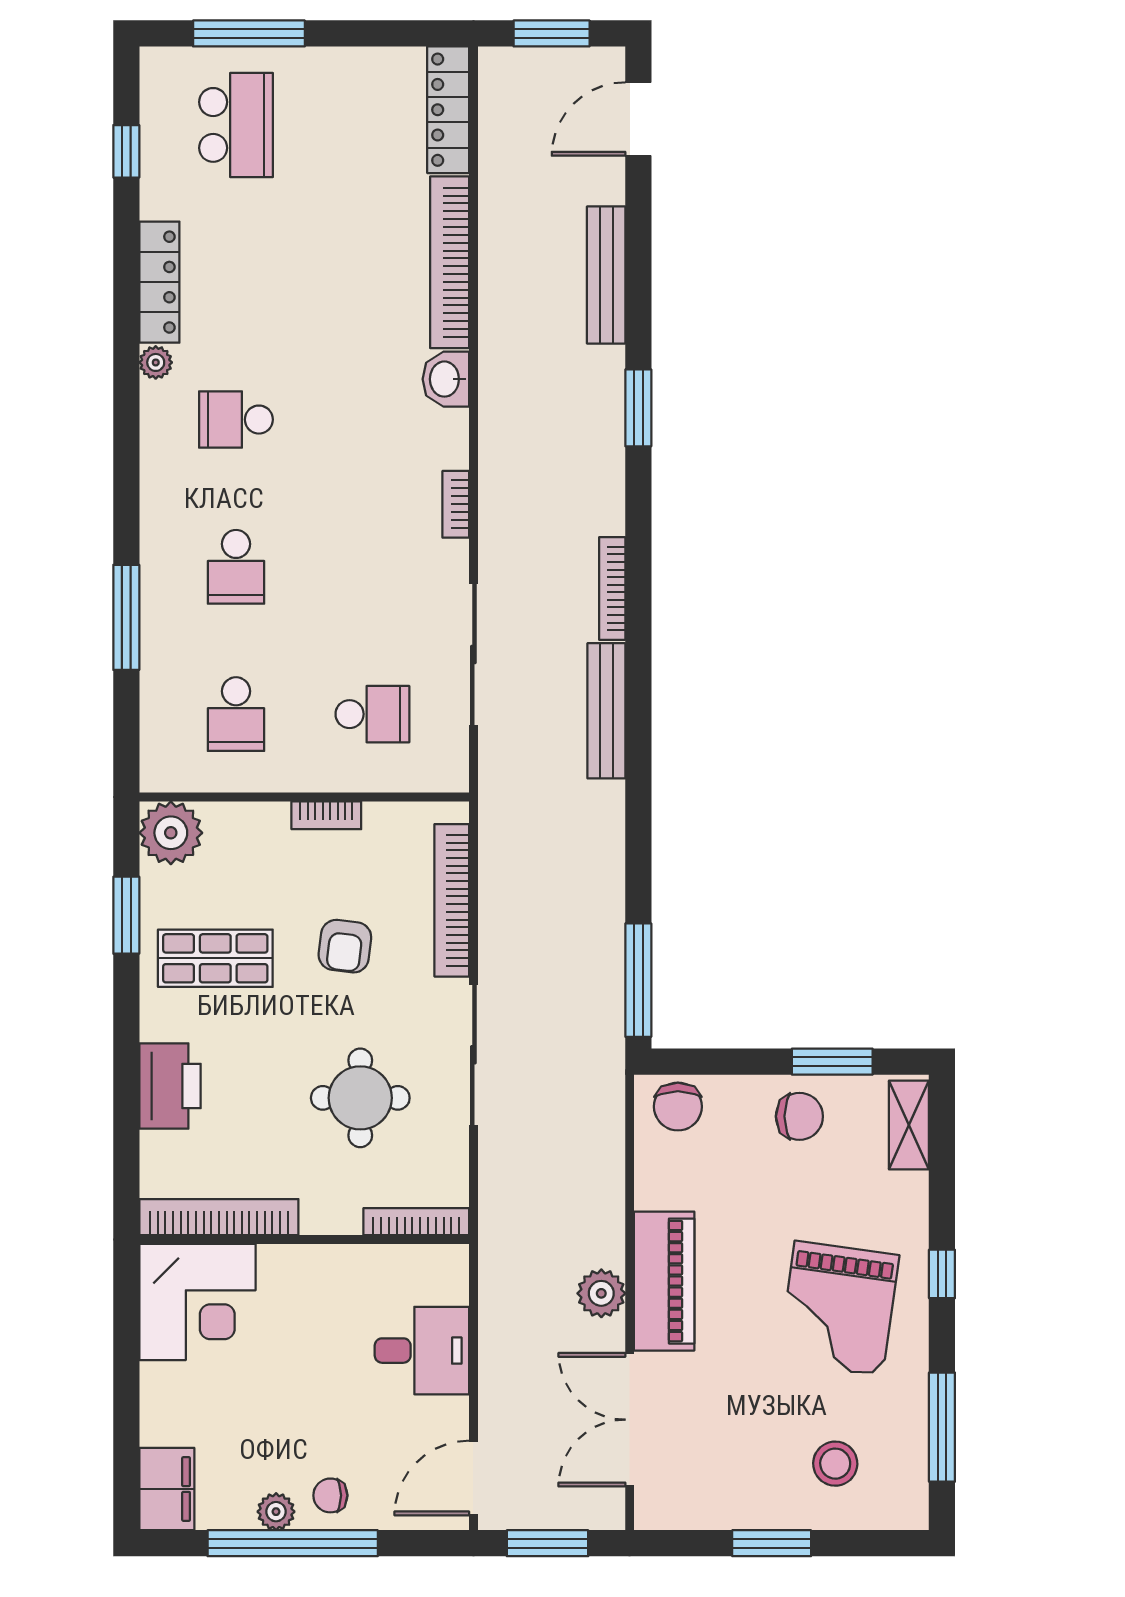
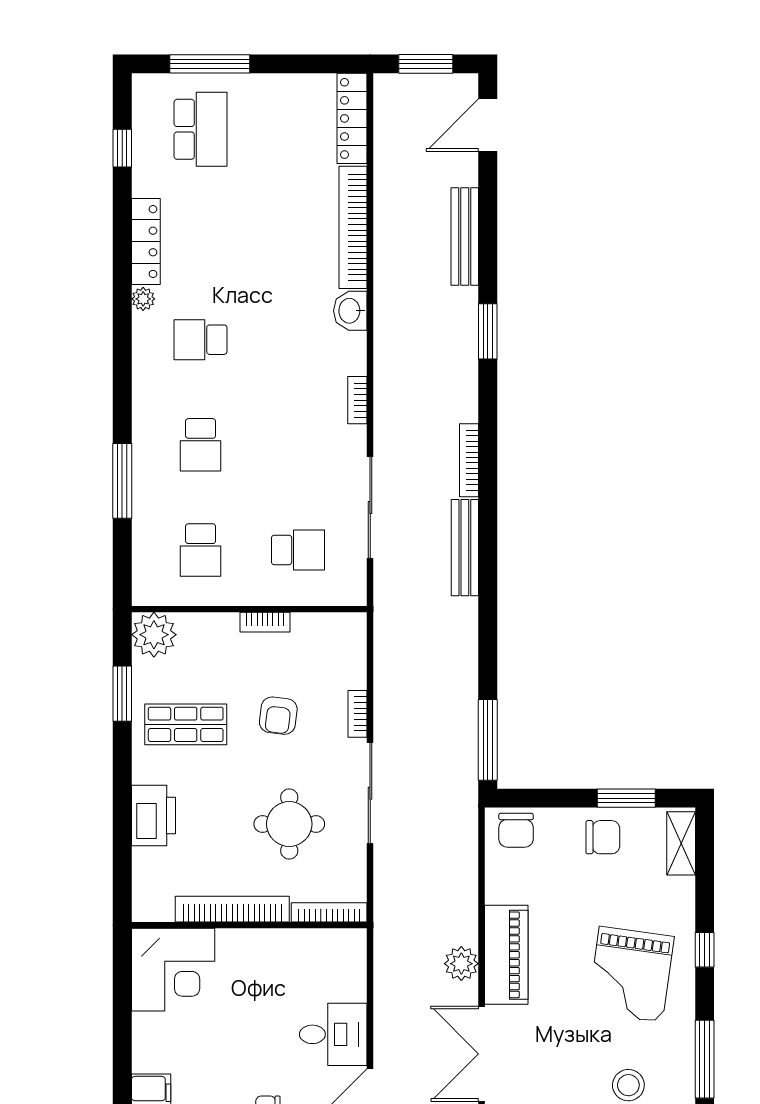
bookcase: (452, 900) -> (358, 714), width x0.43, depth x0.76
bookcase: (219, 1217) -> (232, 909), moved
desk: (422, 1351) -> (333, 1034), moved

